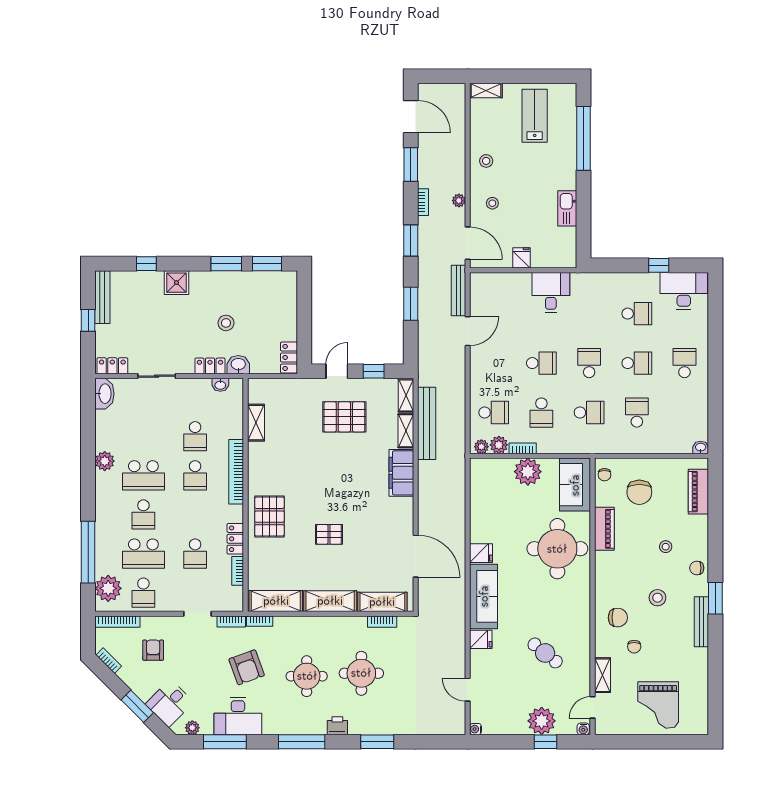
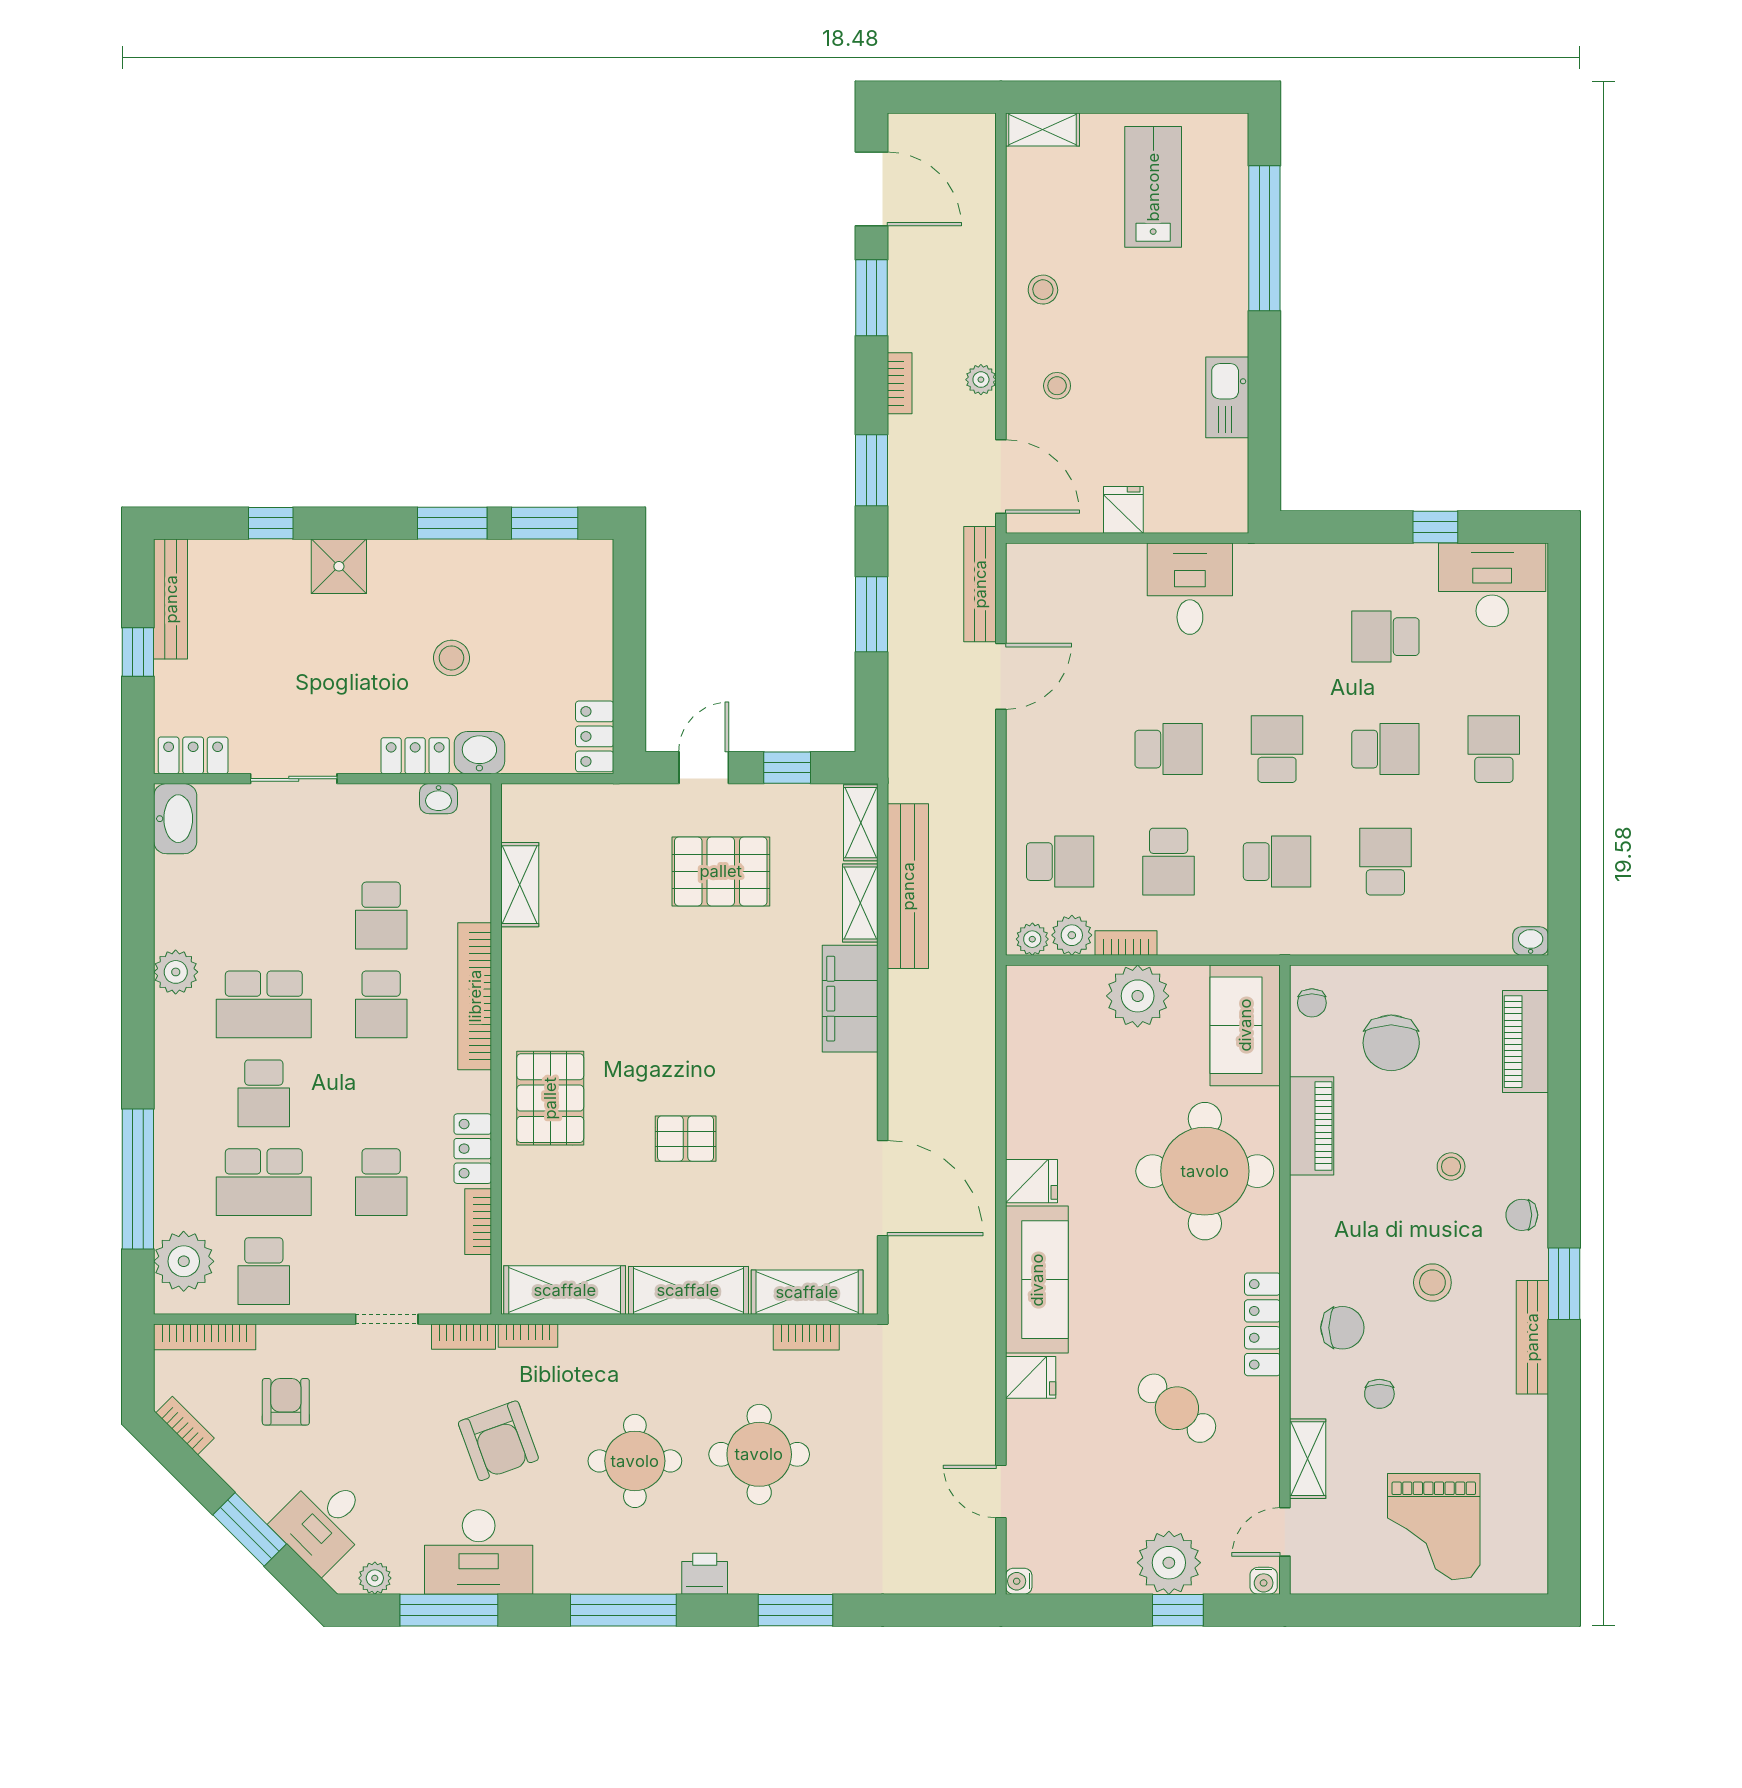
school desk: (637, 314) -> (1385, 637), turned 180
locker: (583, 616) -> (1262, 1324), added

